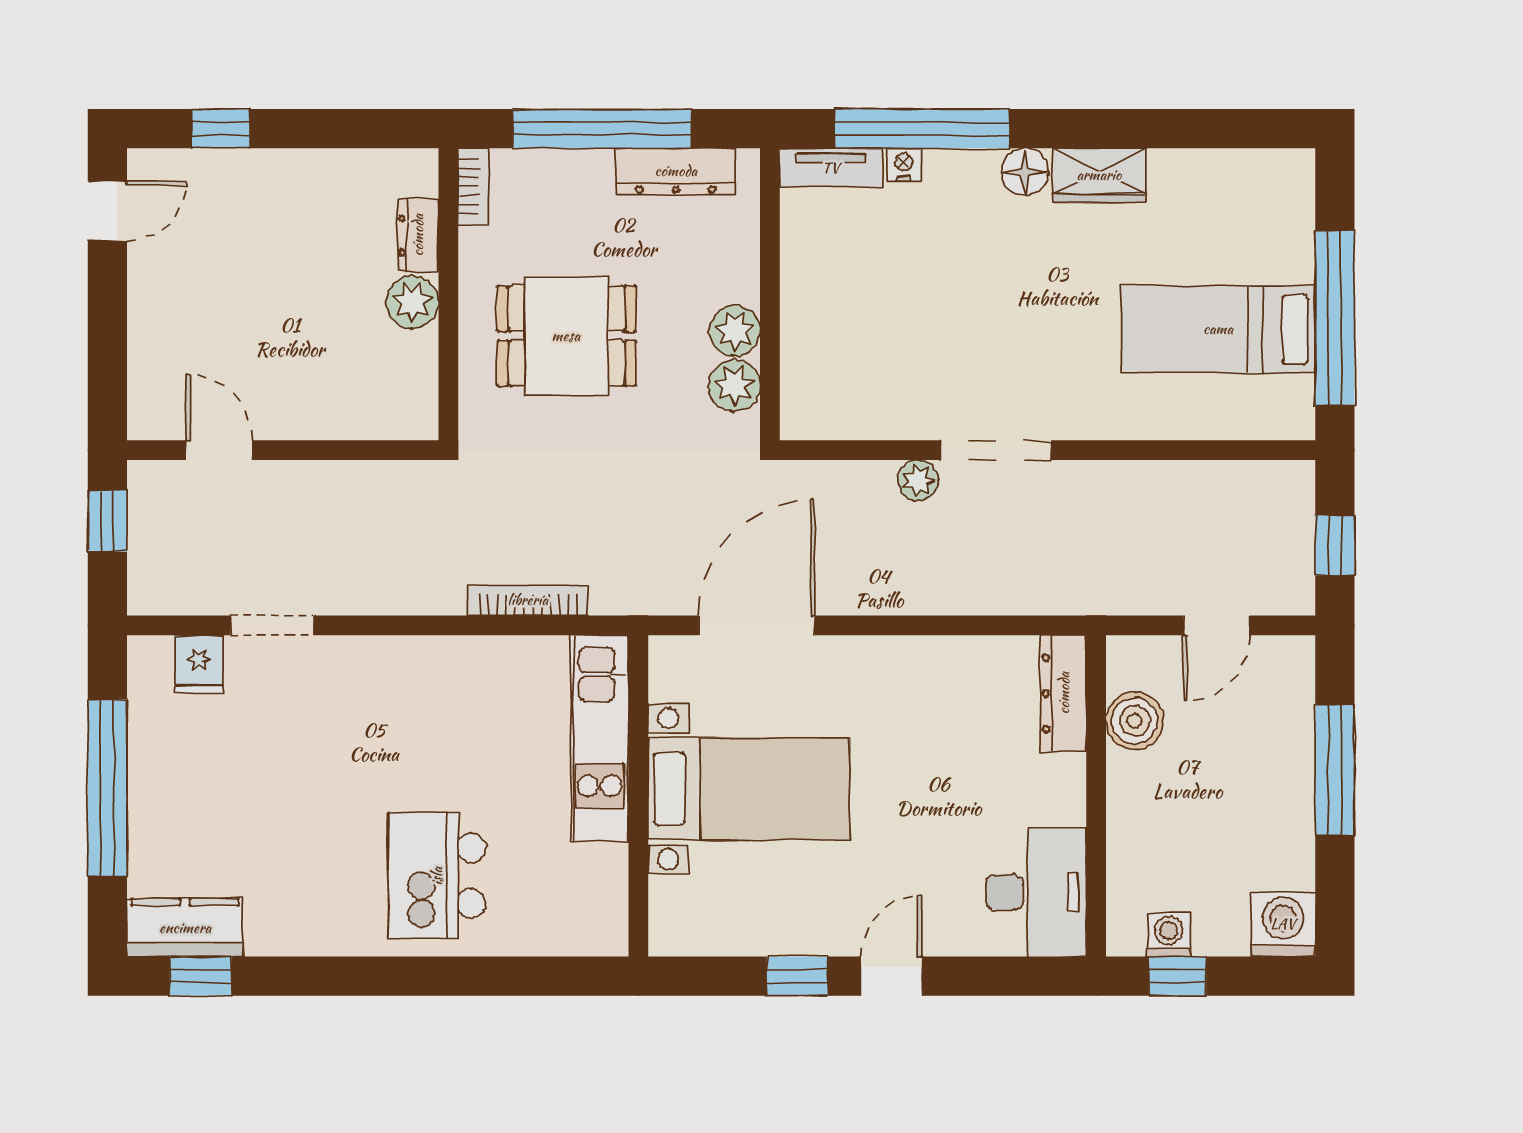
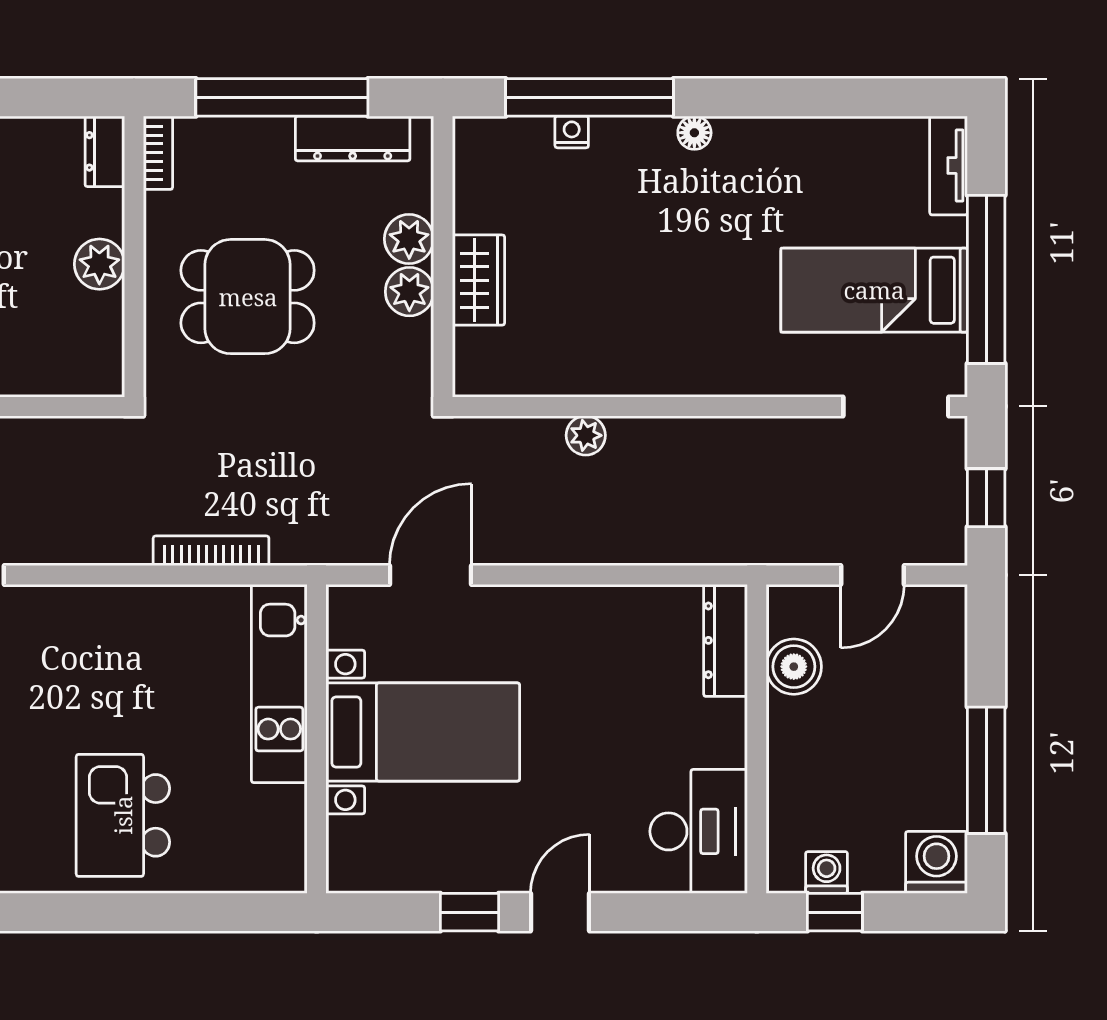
tv unit: (831, 168) -> (949, 166), moved, turned 90
floor lamp: (1025, 172) -> (694, 133), width x0.73, depth x0.73
wardrobe: (1099, 175) -> (479, 280), moved, turned -90
dresser: (418, 235) -> (105, 151), moved
plant: (734, 385) -> (409, 239), moved
doorway: (996, 450) -> (896, 406), moved
door: (757, 625) -> (430, 575), width x0.73
window: (1335, 770) -> (986, 770), moved

